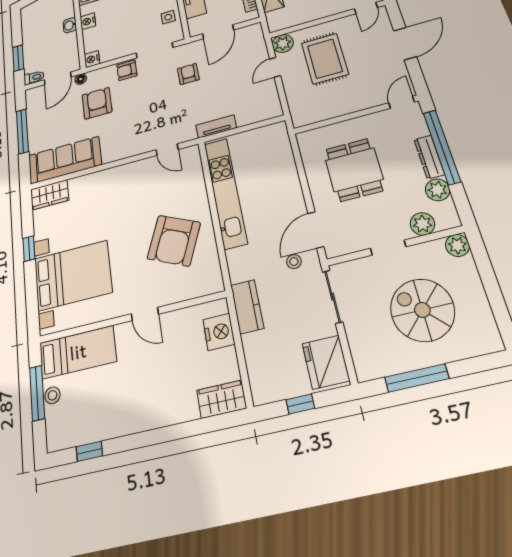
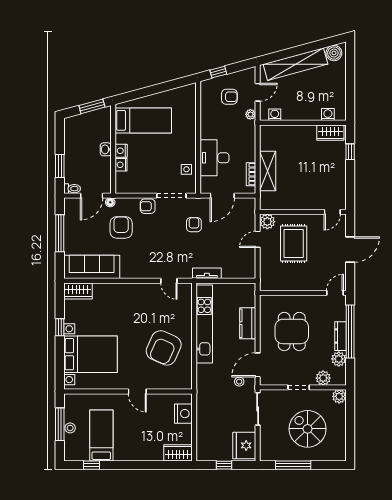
nightstand: (92, 59) -> (121, 165), moved
kitchen counter: (247, 307) -> (248, 323), moved, turned 180
bed: (78, 352) -> (101, 436), moved, turned -90

